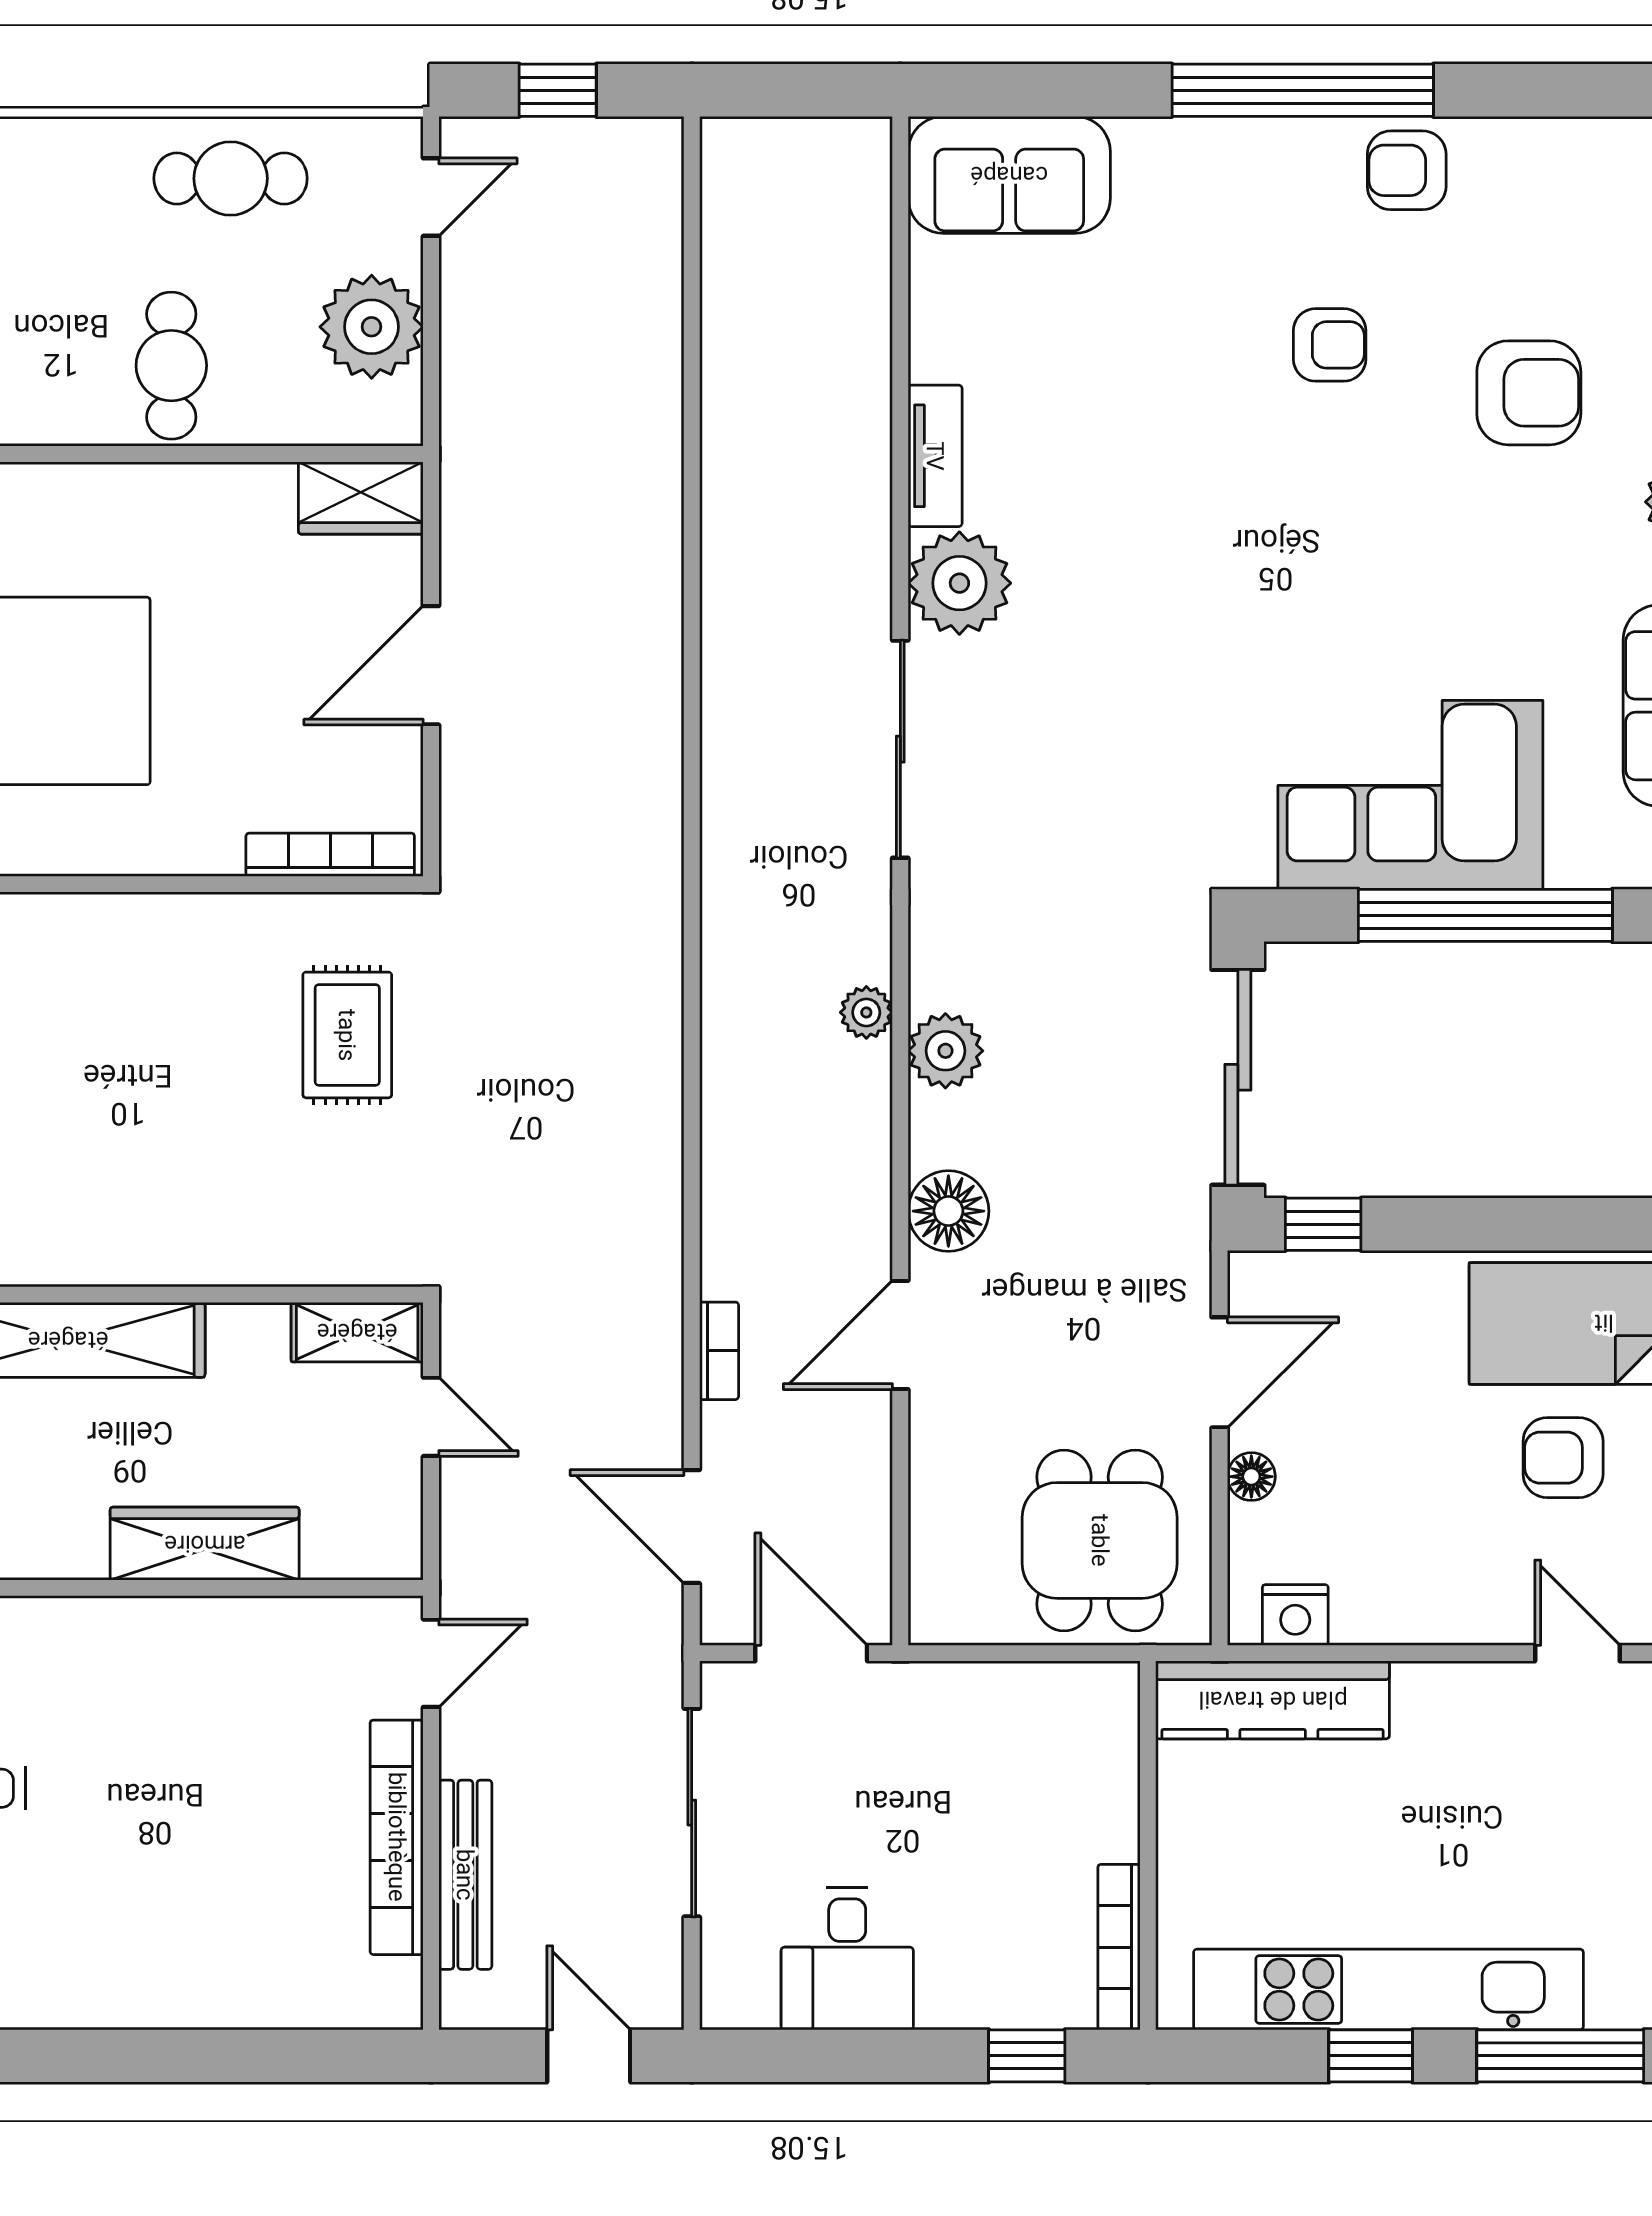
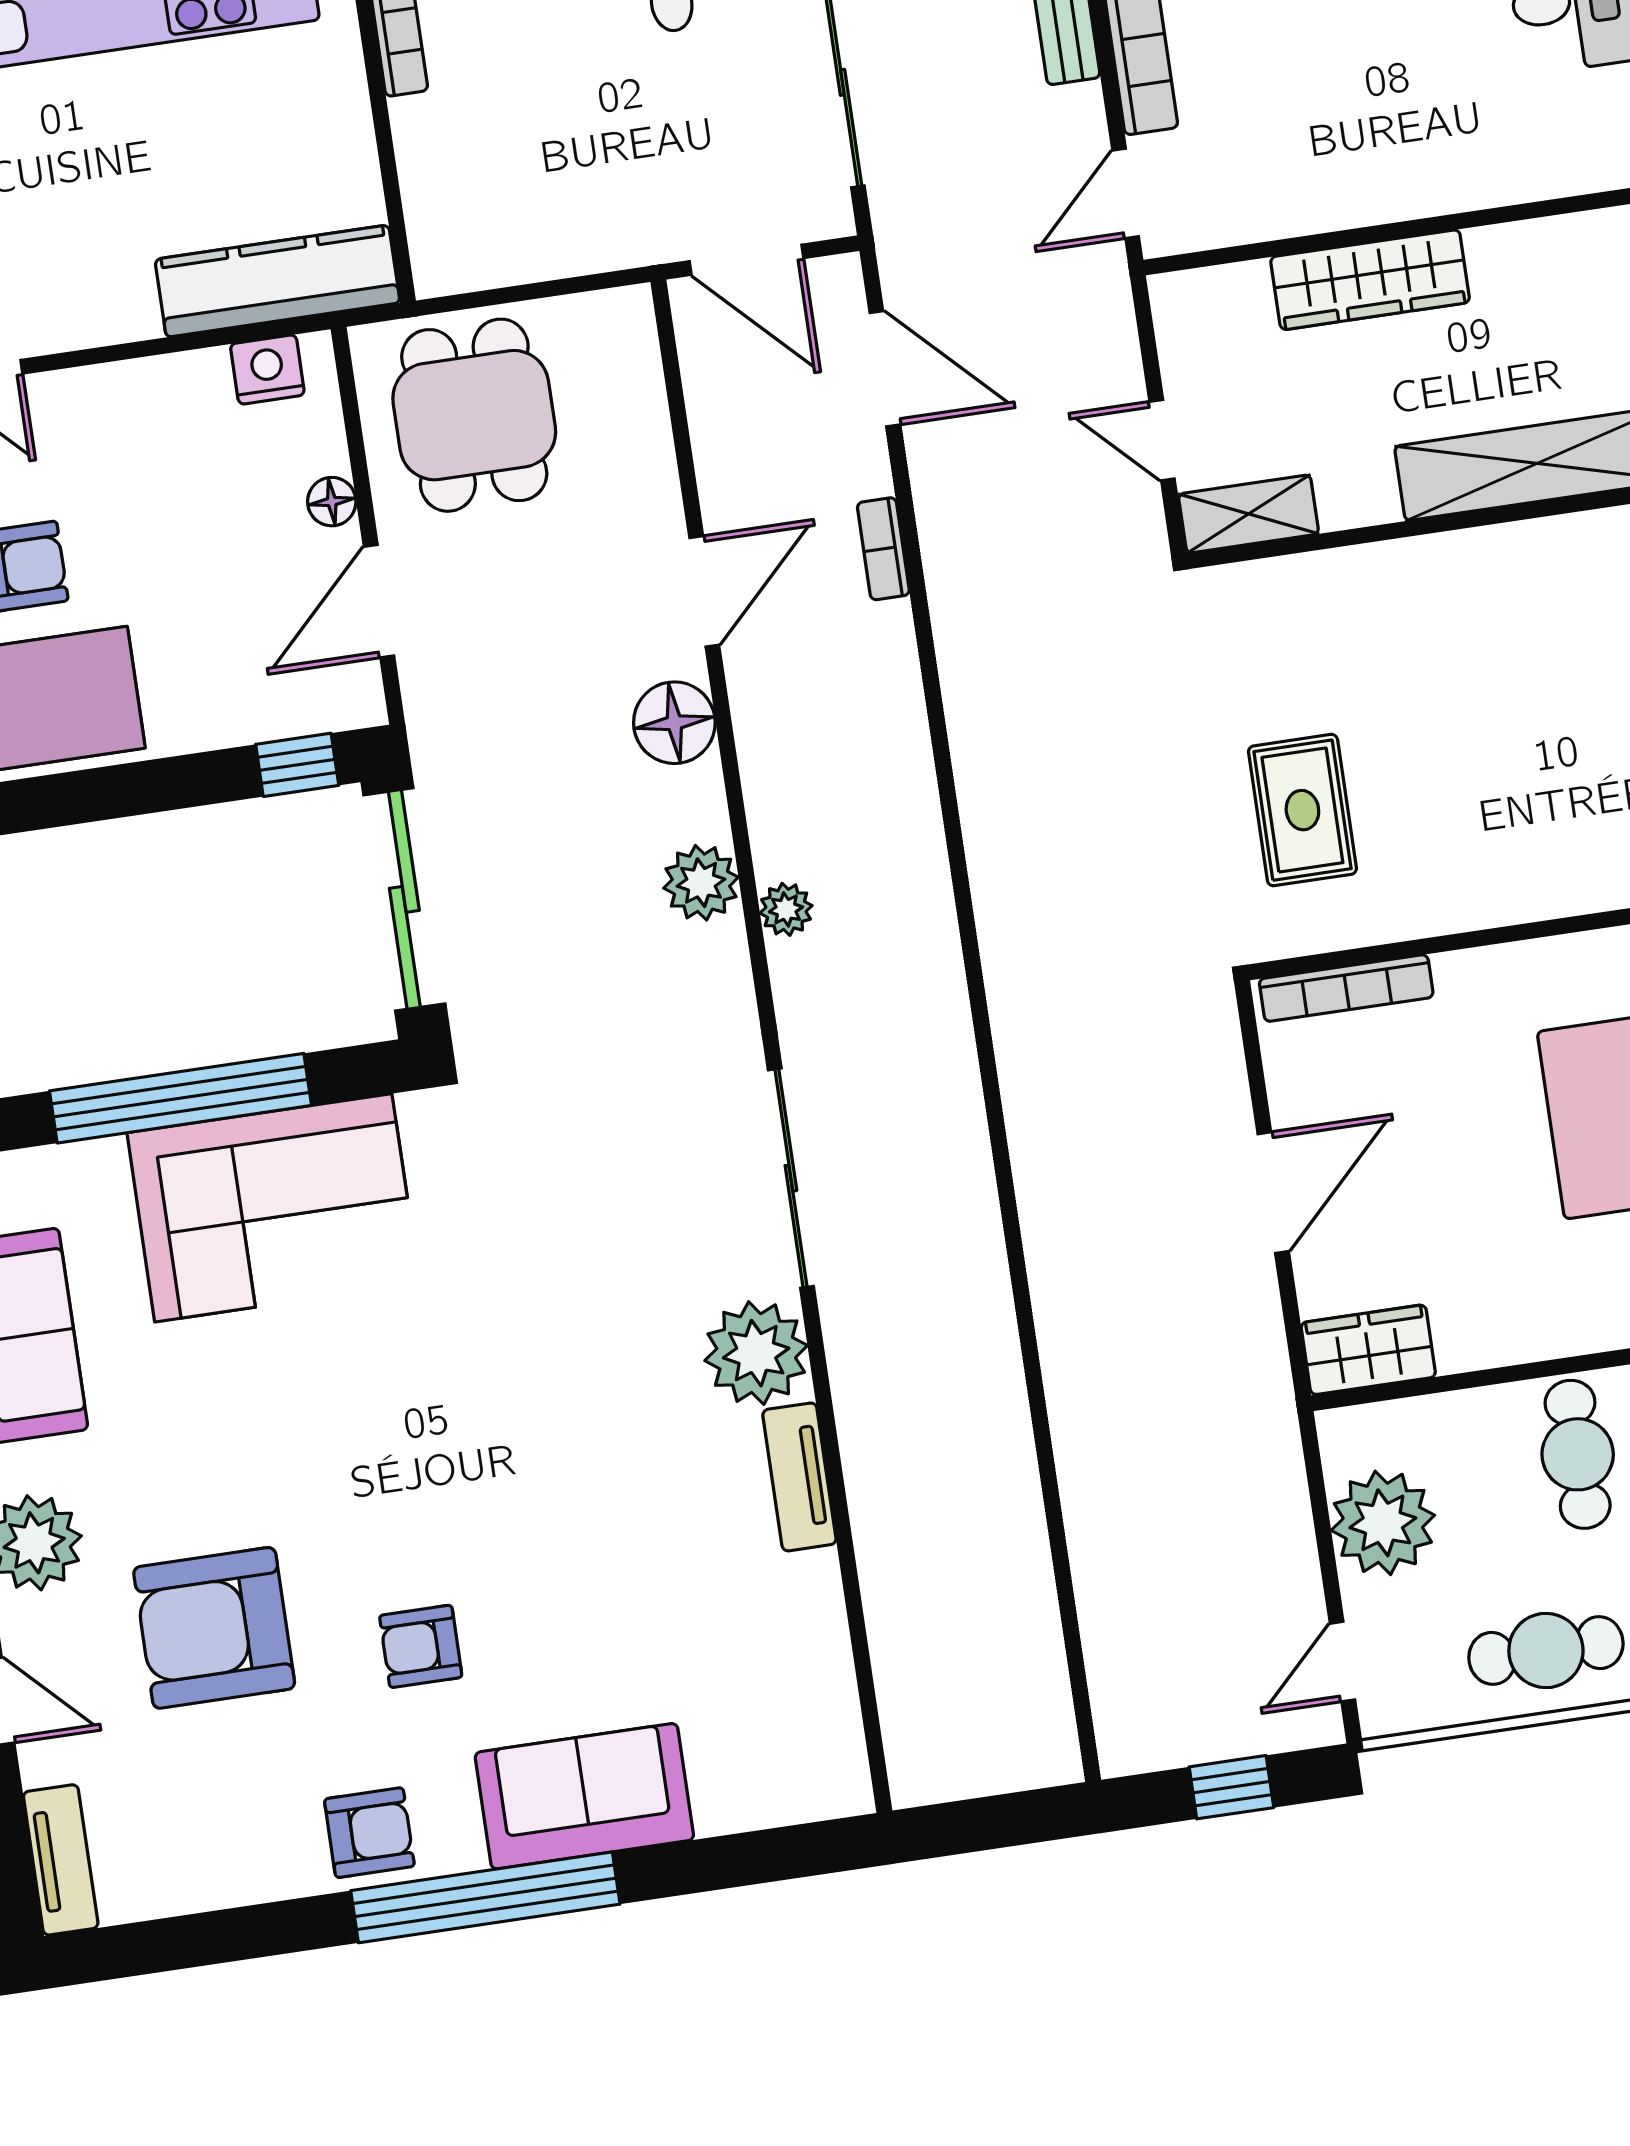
sofa: (1009, 175) -> (584, 1796), moved
armchair: (1529, 393) -> (214, 1628), width x1.36, depth x1.36

